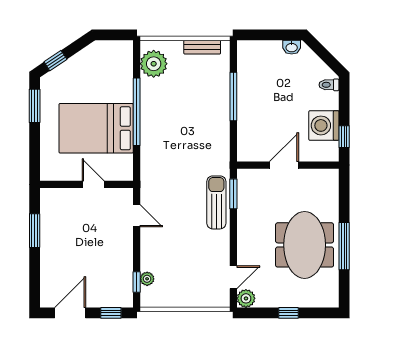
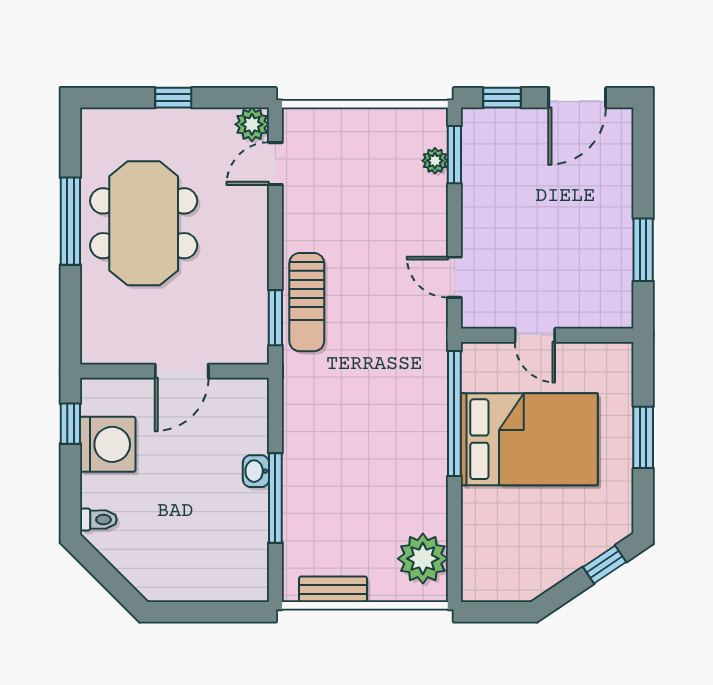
washbasin: (292, 47) -> (256, 471), moved, turned -90
window: (35, 106) -> (643, 437), moved
window: (137, 112) -> (454, 414), moved
window: (137, 282) -> (454, 155), width x1.50

